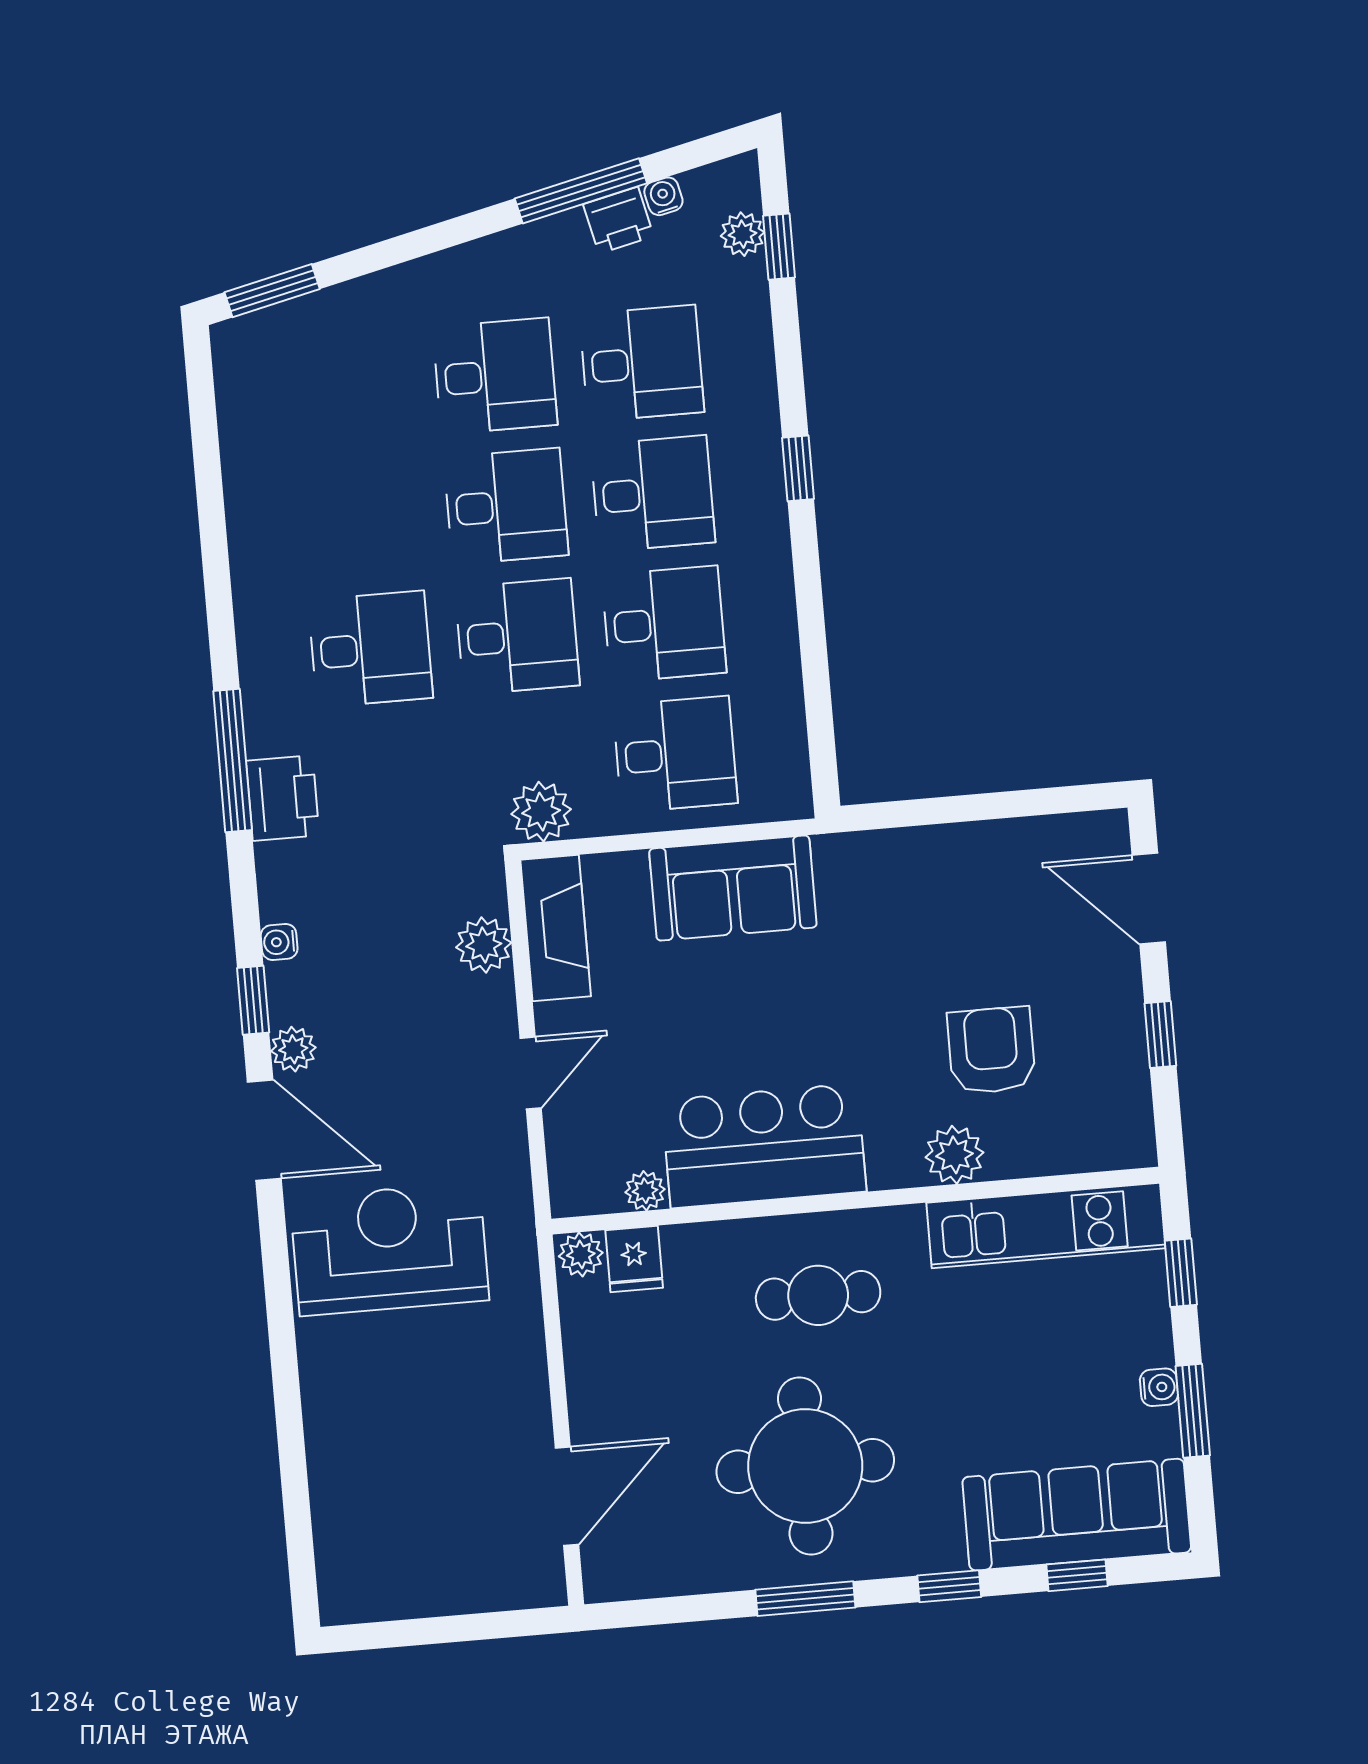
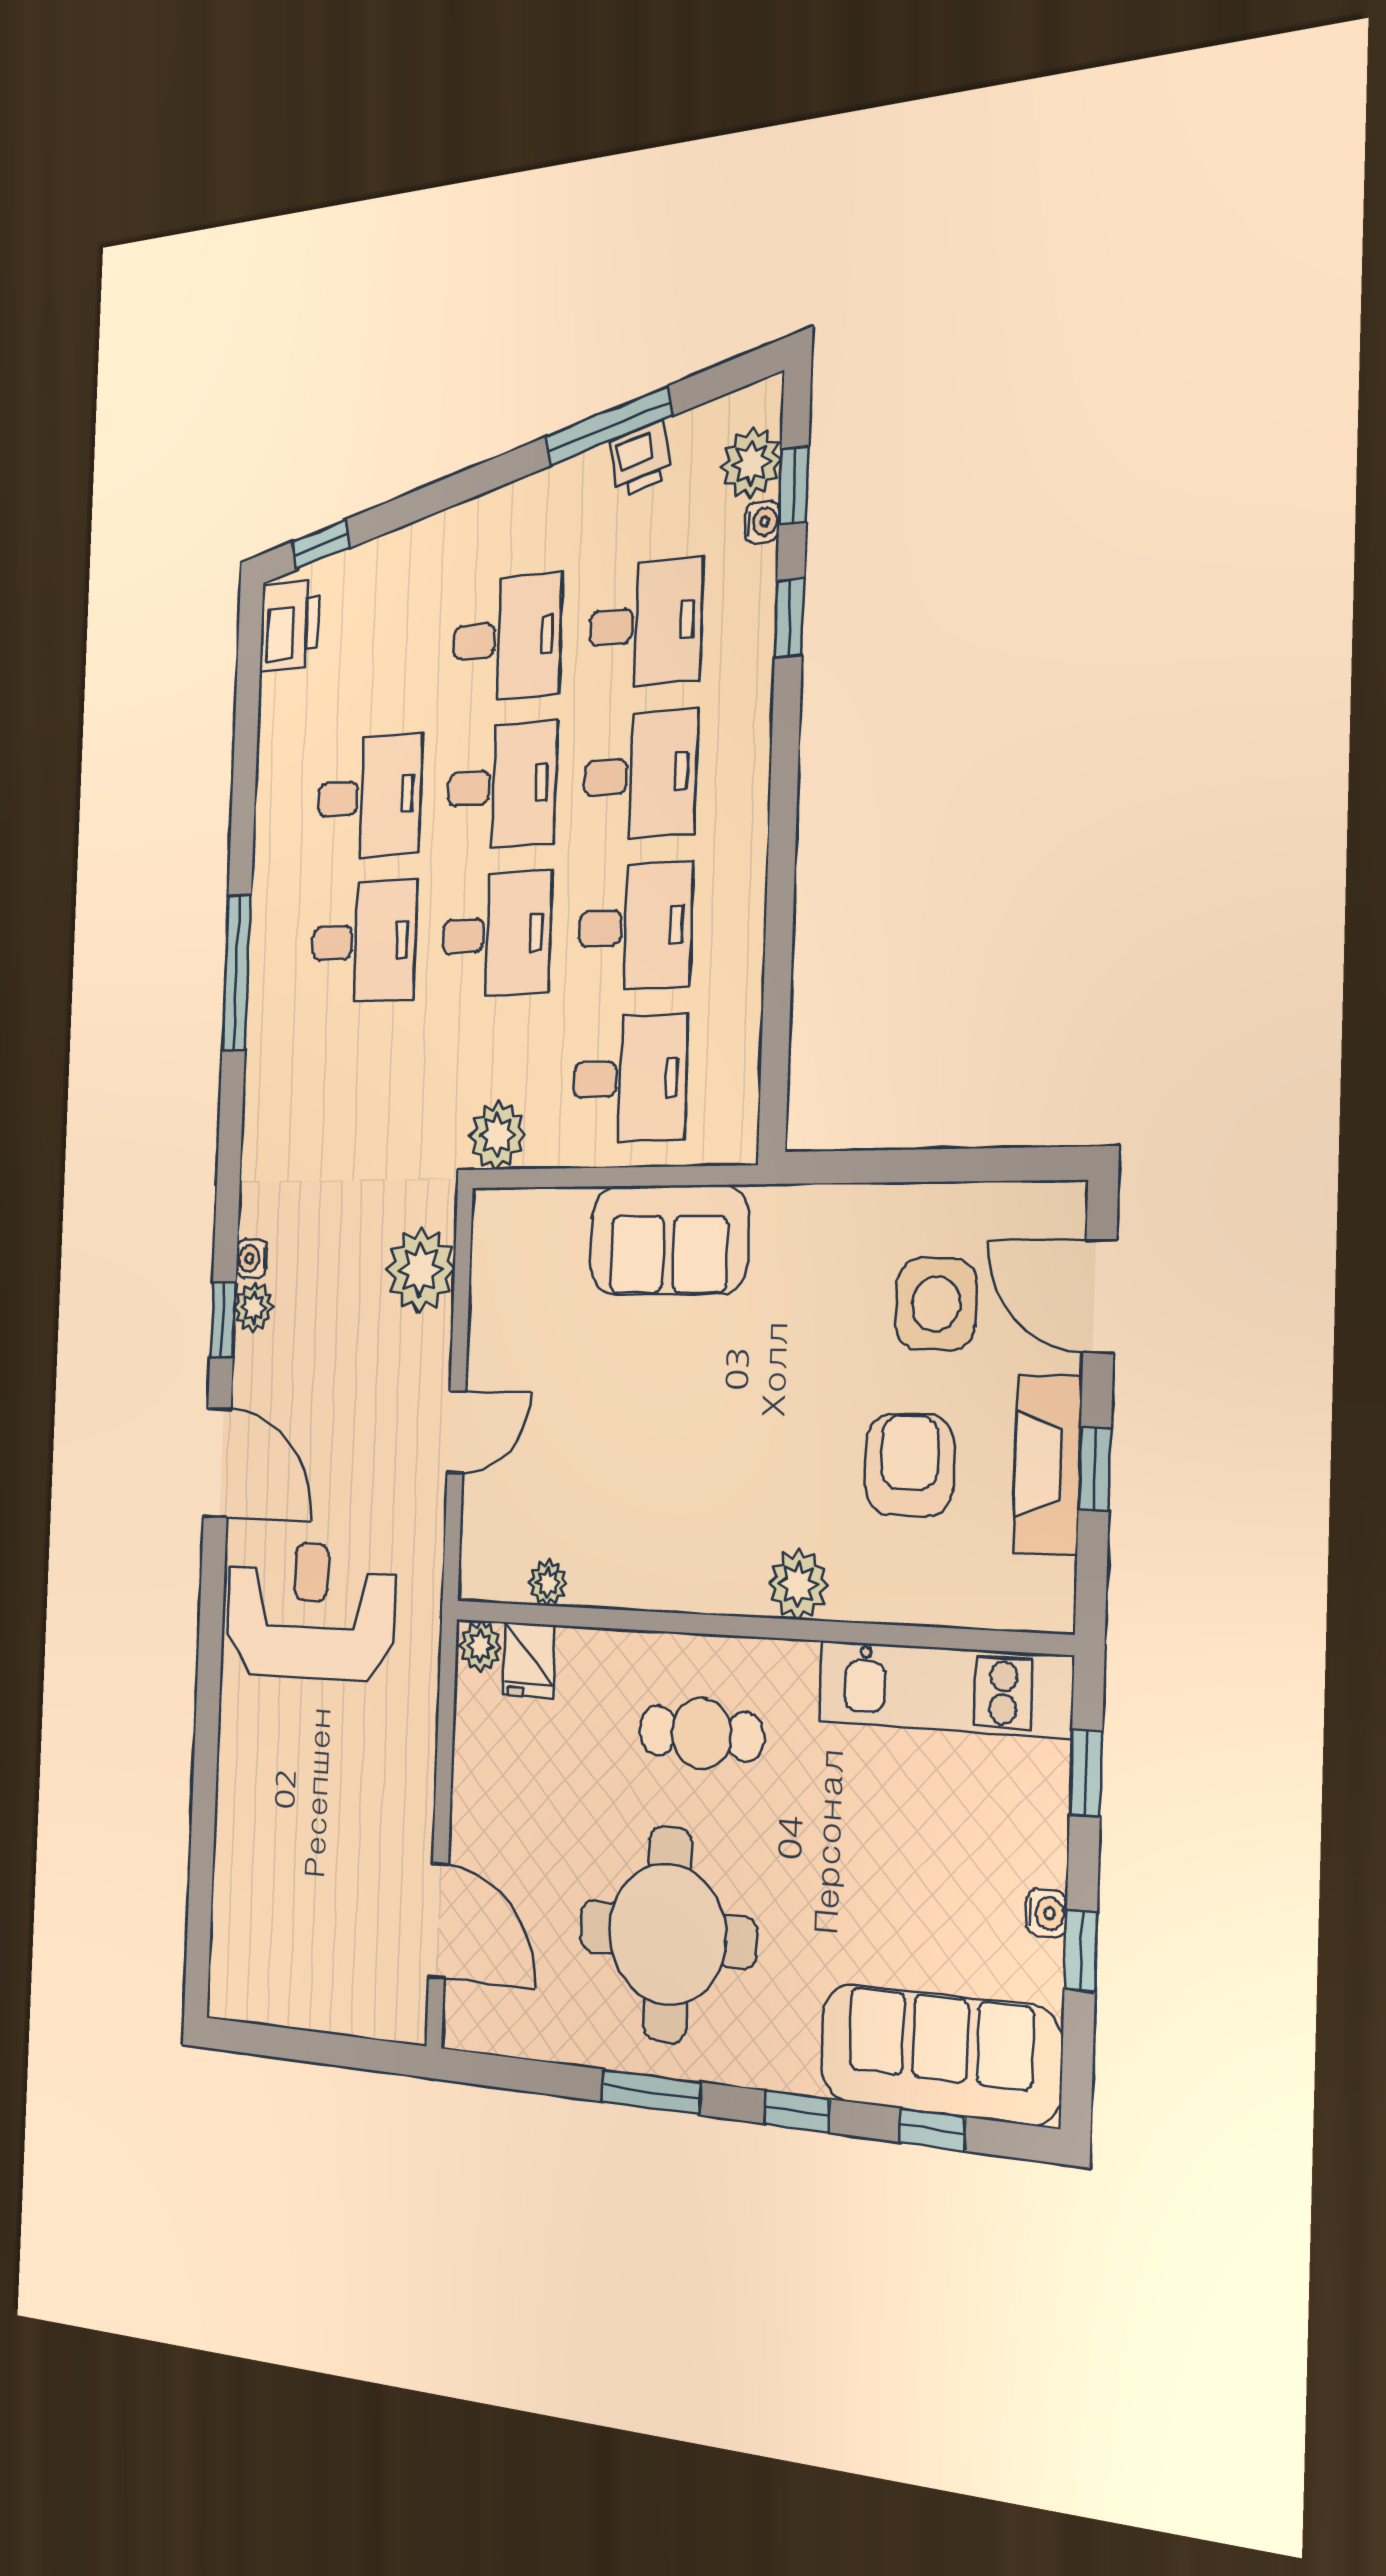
water cooler: (663, 196) -> (762, 522), moved, turned 103
plant: (742, 234) -> (751, 463), width x1.38, depth x1.38
window: (272, 291) -> (321, 545), width x0.67
window: (798, 468) -> (789, 618), moved
desk: (359, 519) -> (369, 797), added
window: (233, 761) -> (237, 973), moved
printer: (283, 798) -> (290, 625), moved
side table: (1000, 918) -> (936, 1304), added
fireplace: (556, 928) -> (1048, 1464), moved, turned 180
plant: (484, 945) -> (421, 1270), width x1.36, depth x1.36
plant: (293, 1049) -> (254, 1307), moved
bar counter: (764, 1146) -> (667, 1547), removed
plant: (954, 1155) -> (798, 1584), moved
window: (1193, 1411) -> (1081, 1951), width x0.67
door: (567, 1496) -> (438, 1921), hinge flipped

